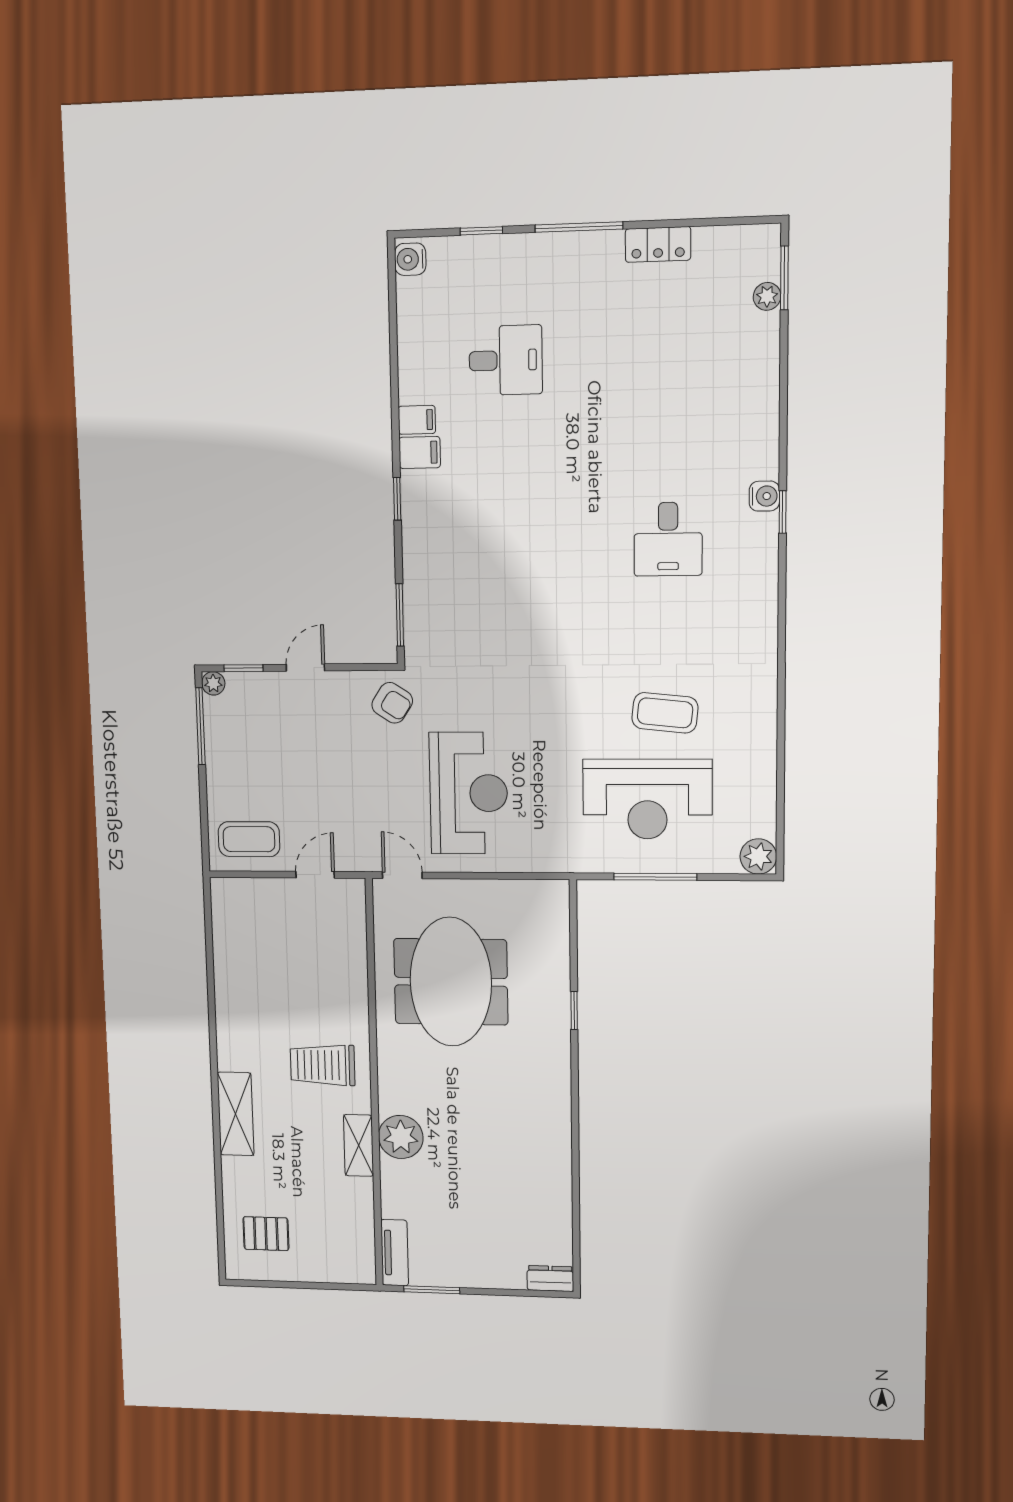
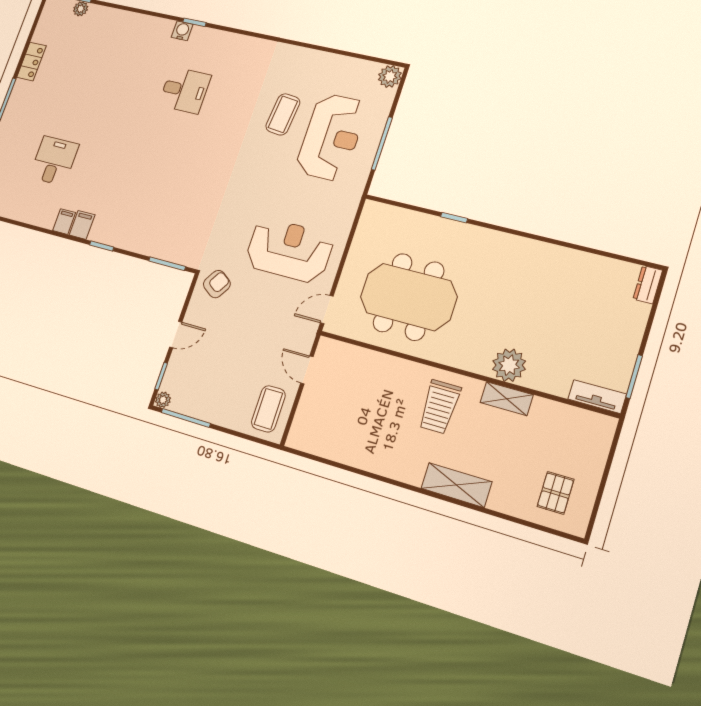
door: (305, 668) -> (176, 335), swing flipped

